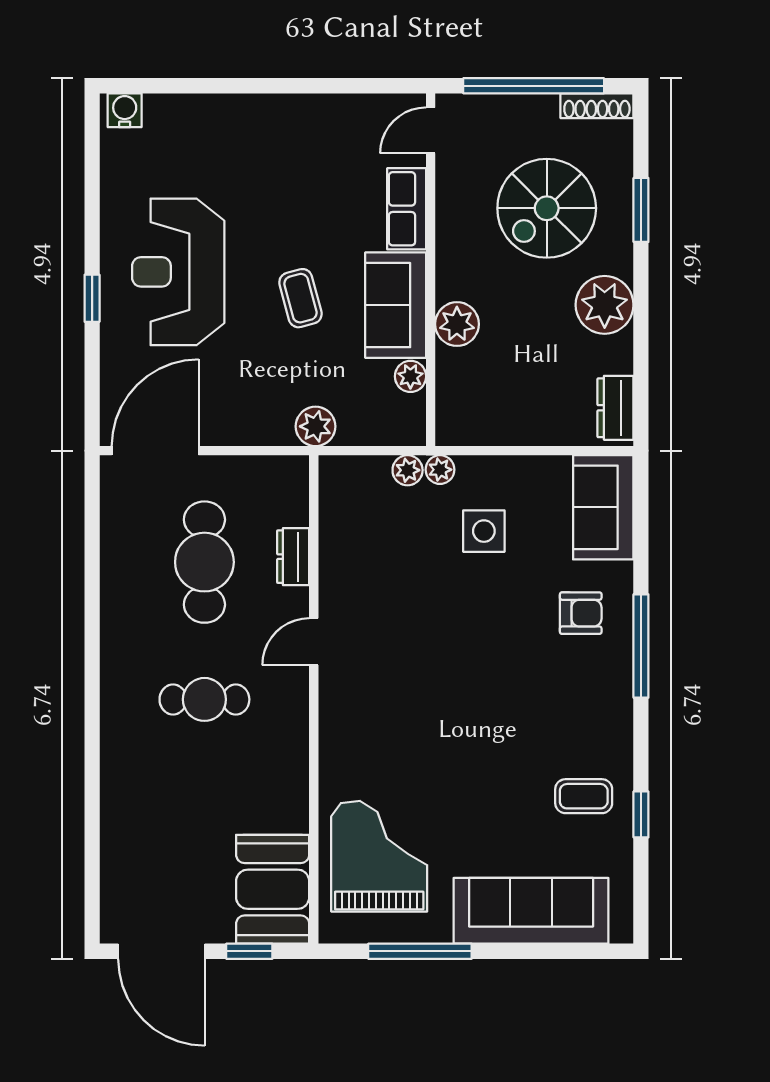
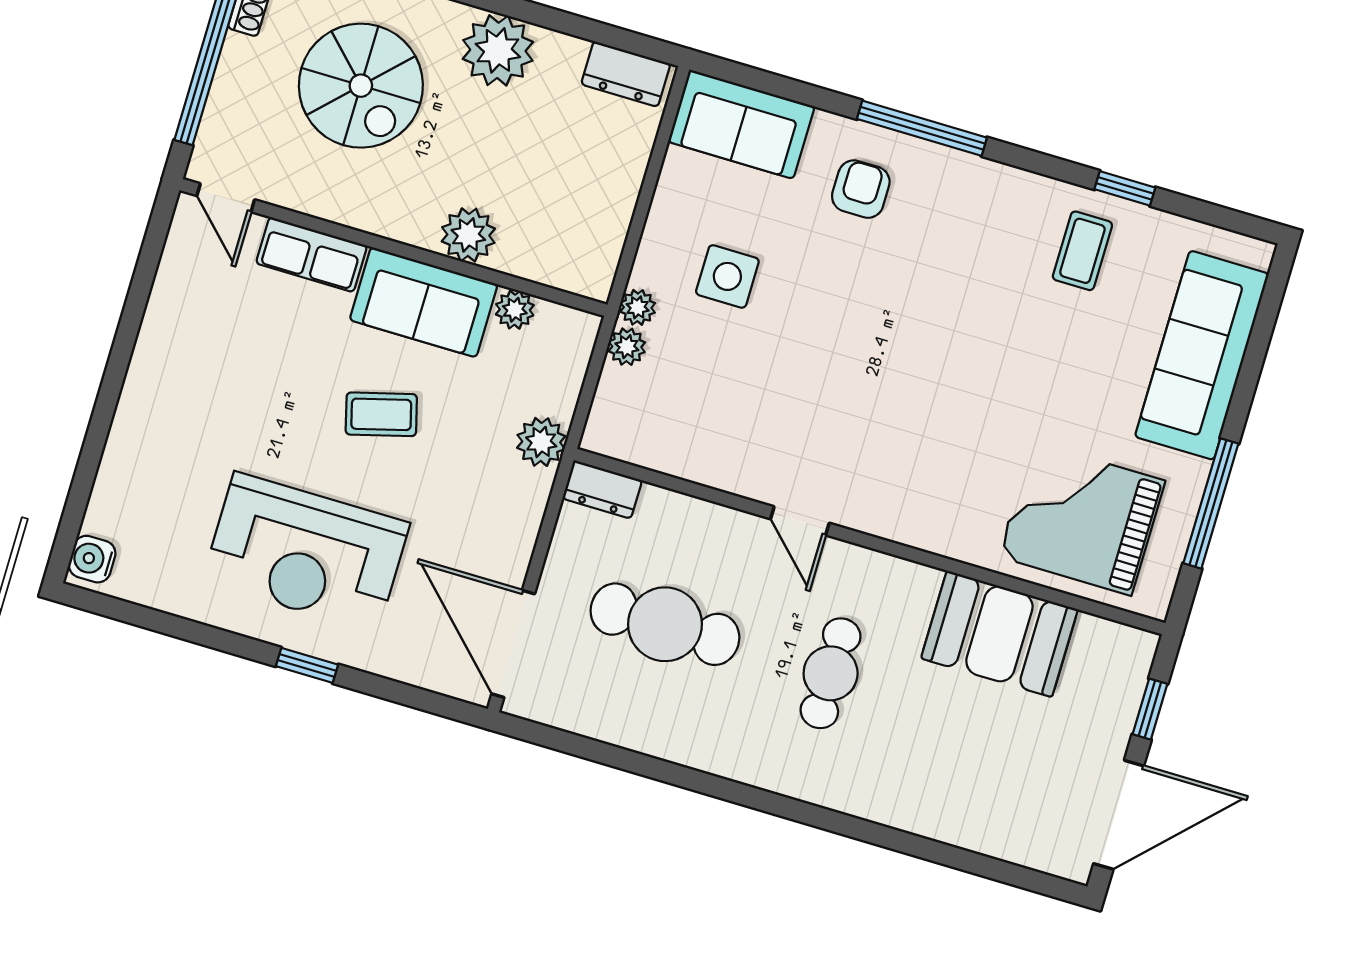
dresser: (293, 557) -> (602, 489), moved
booth: (273, 889) -> (999, 634), moved

